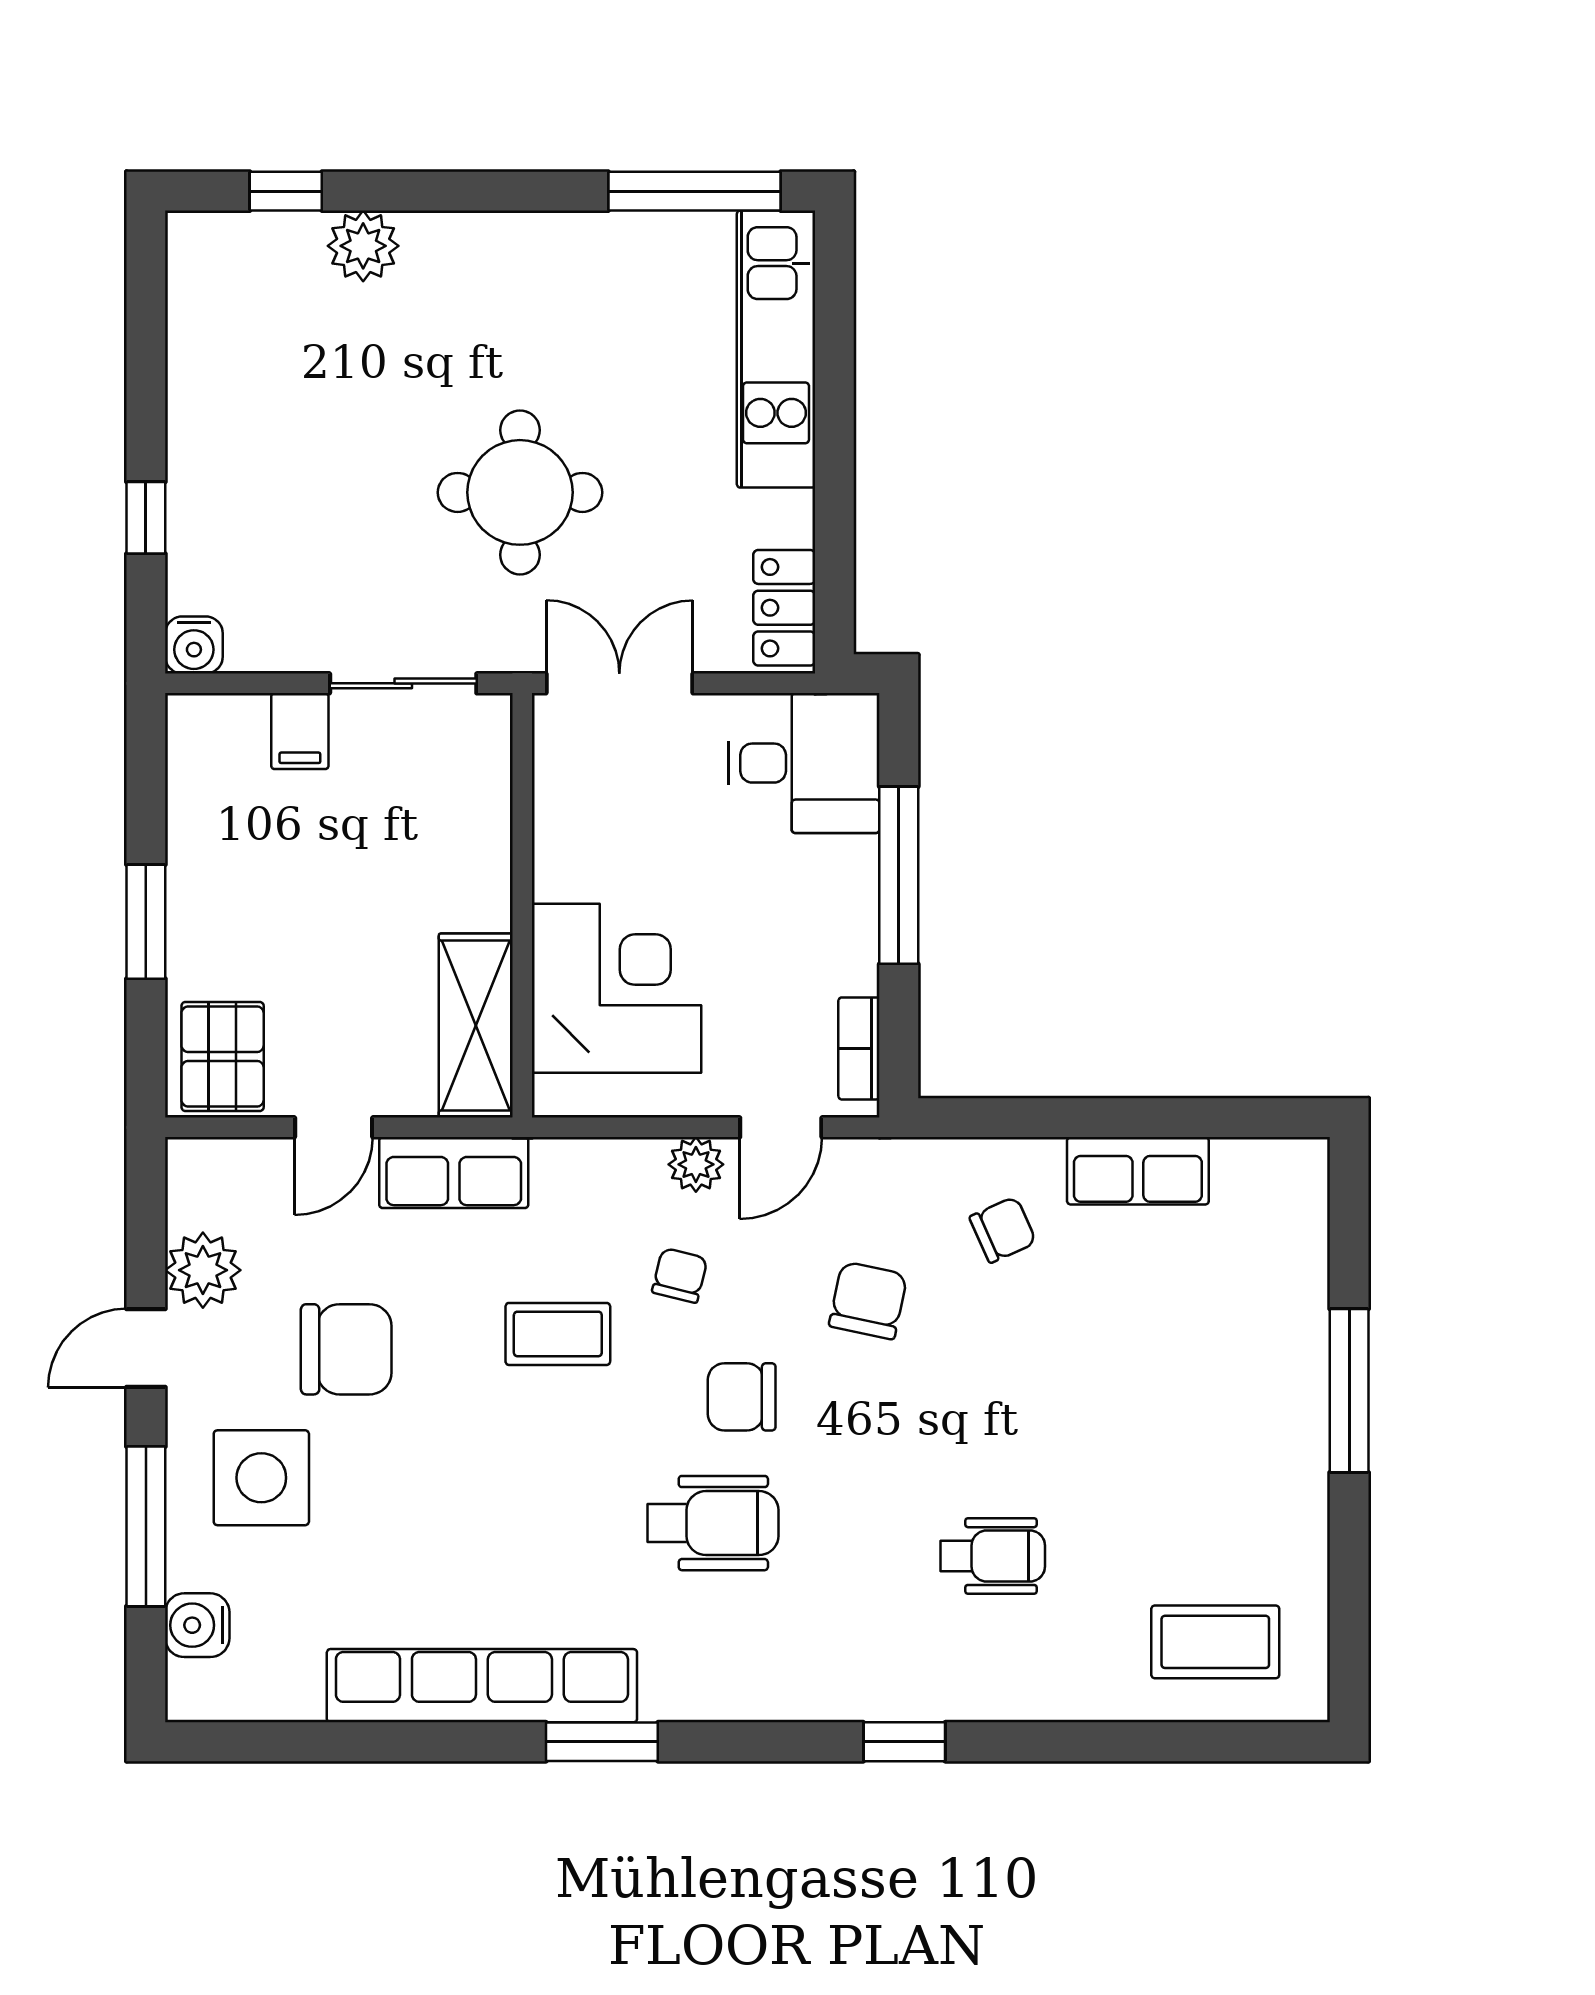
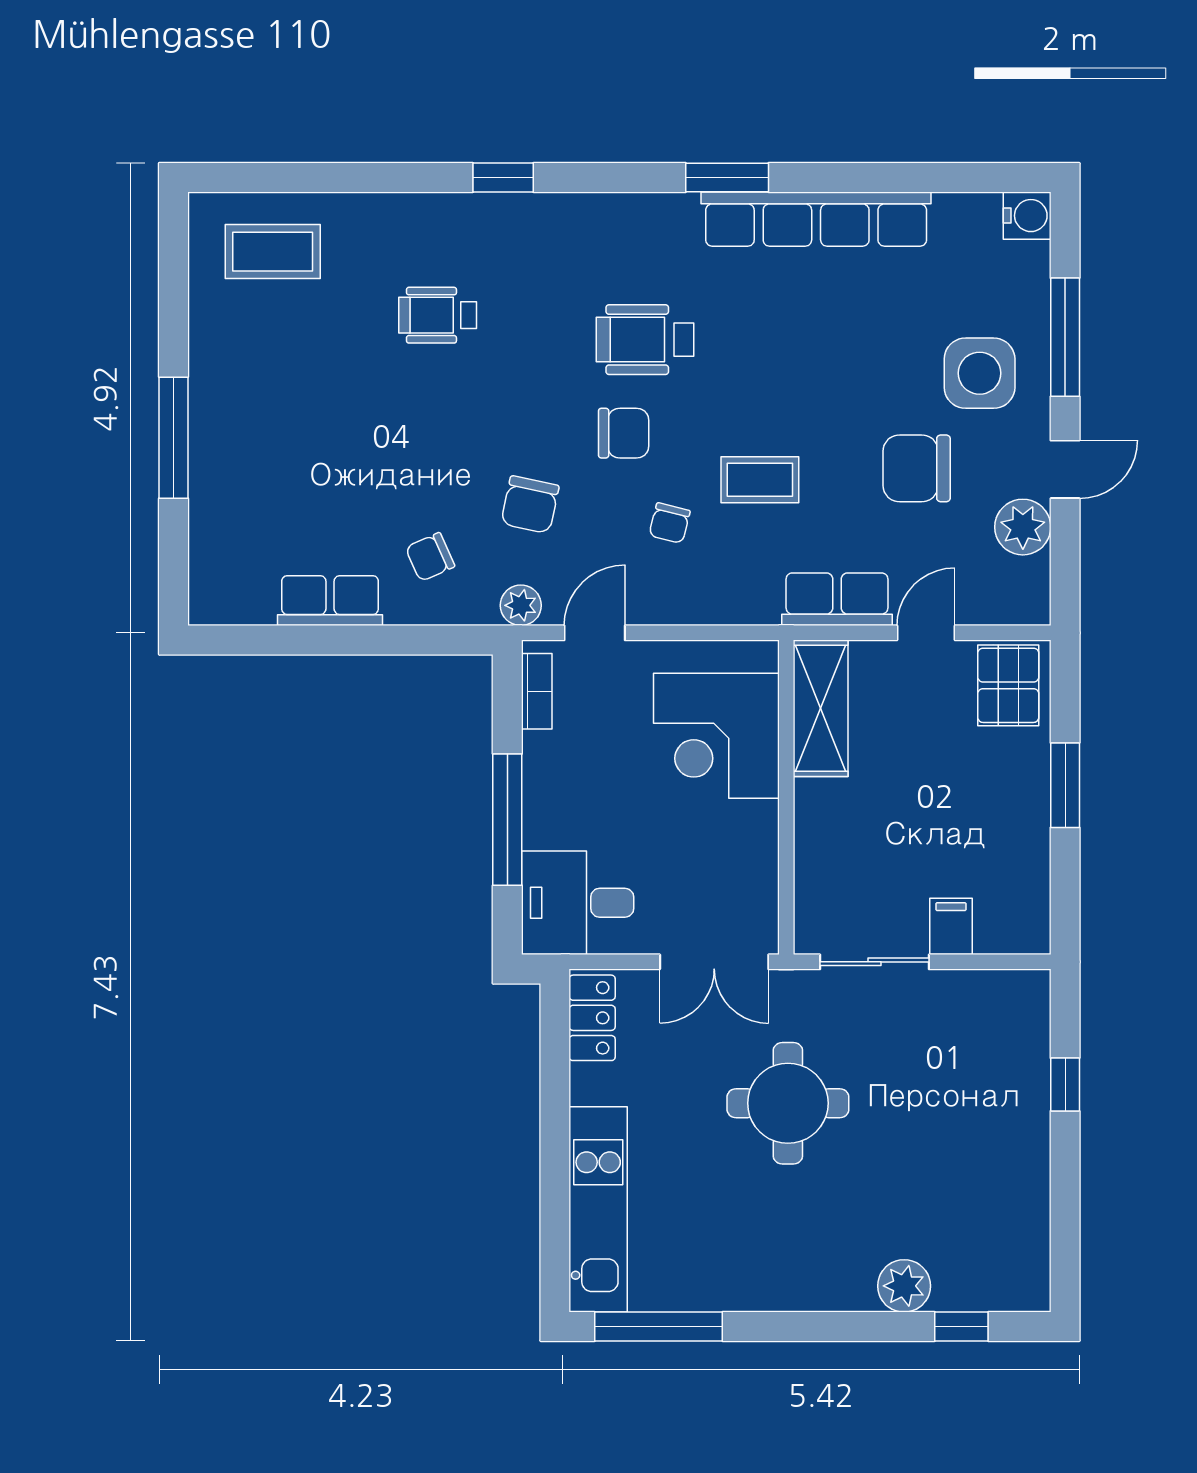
water cooler: (194, 645) -> (1029, 990), removed
plant: (696, 1164) -> (521, 605), moved
water cooler: (197, 1625) -> (1027, 216), moved

